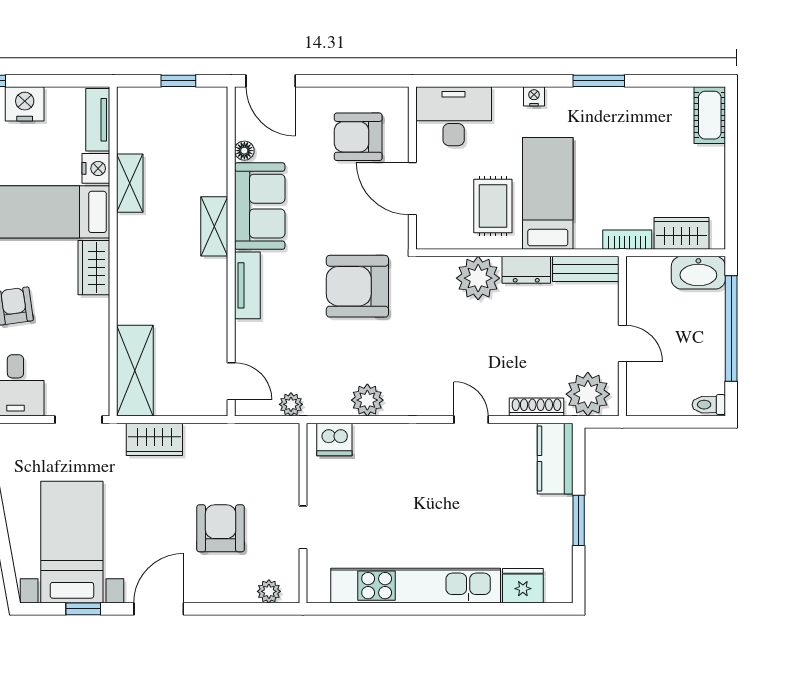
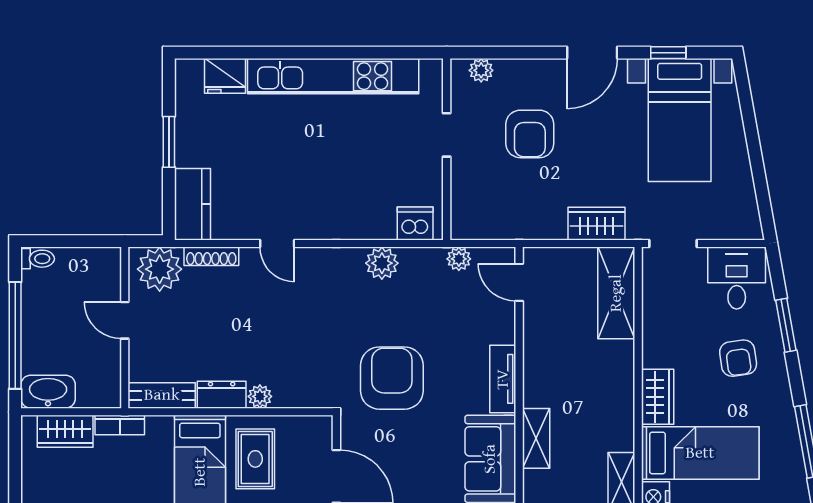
plant: (478, 278) -> (260, 396), width x0.53, depth x0.53
armchair: (357, 286) -> (392, 378), turned -90

